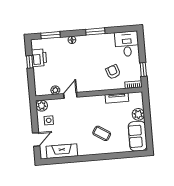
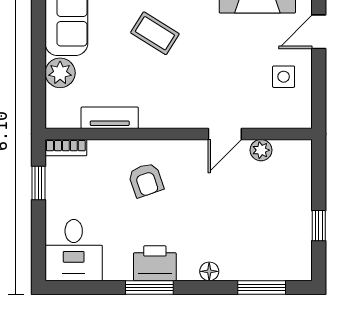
printer: (39, 58) -> (155, 263), moved, turned 90
armchair: (113, 72) -> (146, 180), moved
plant: (42, 106) -> (298, 115), removed

